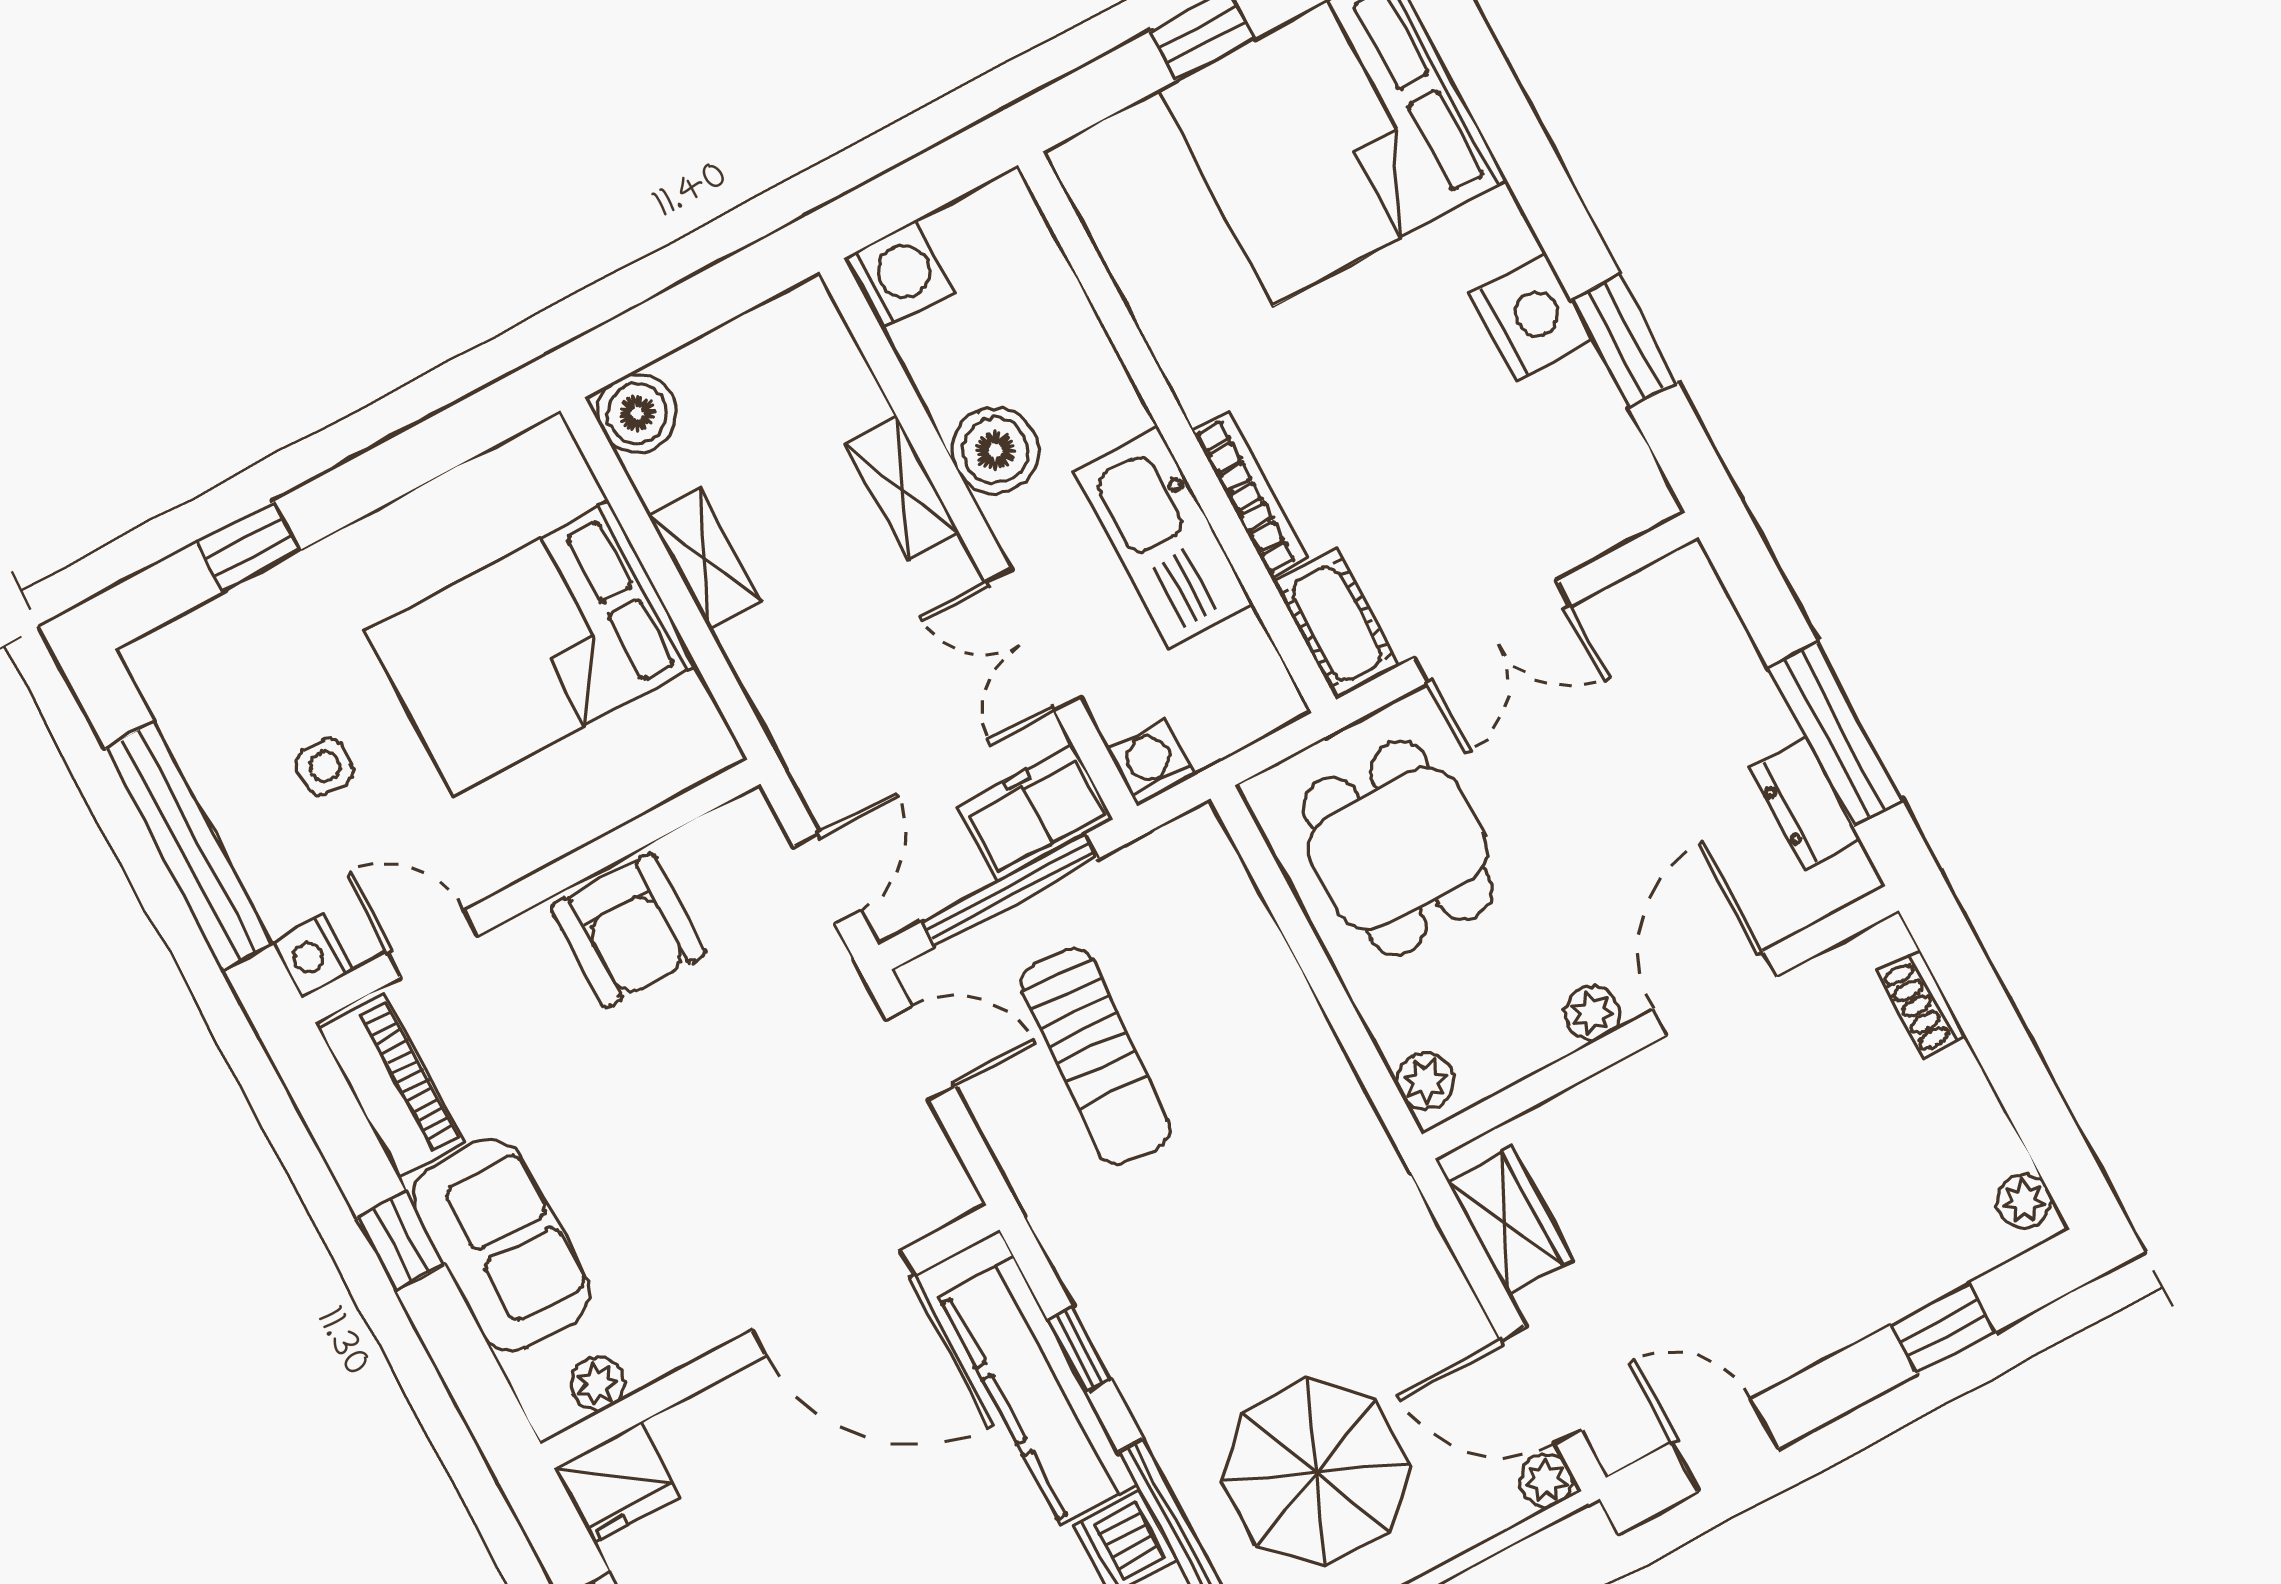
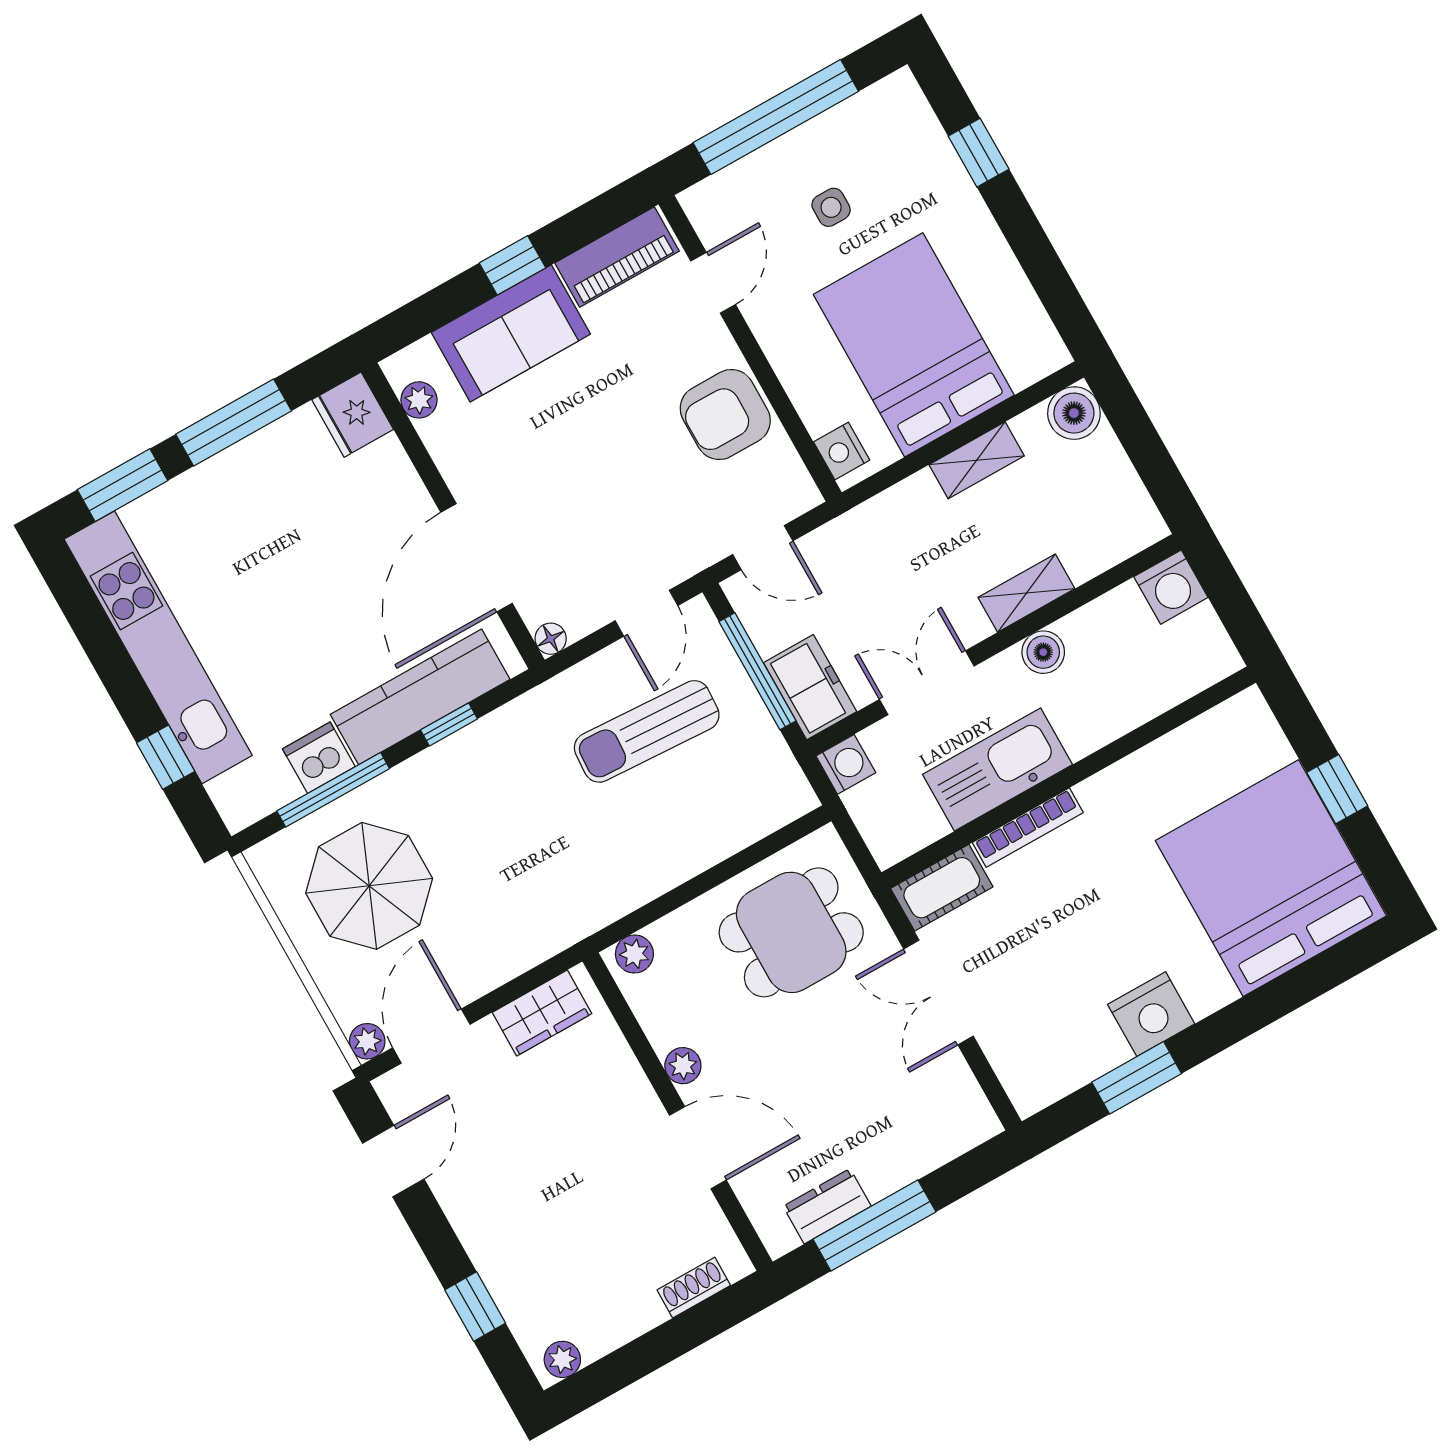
boiler: (995, 451) -> (1043, 652), width x0.73, depth x0.73
nightstand: (313, 956) -> (842, 451), moved, turned -90
floor lamp: (955, 1196) -> (551, 639), added

